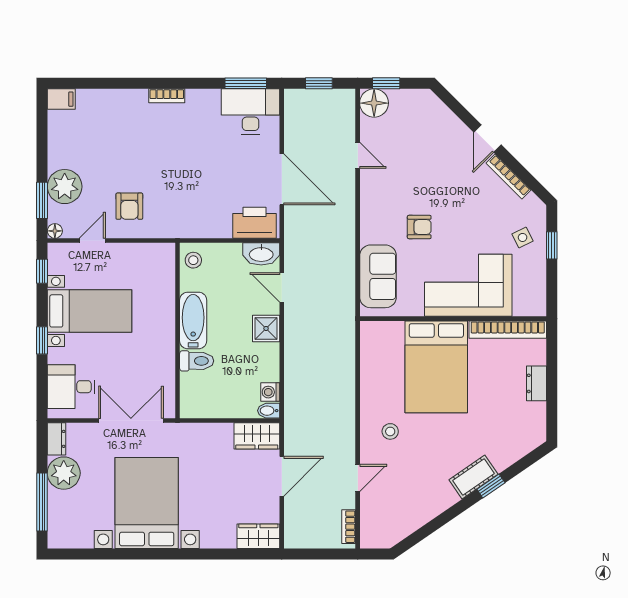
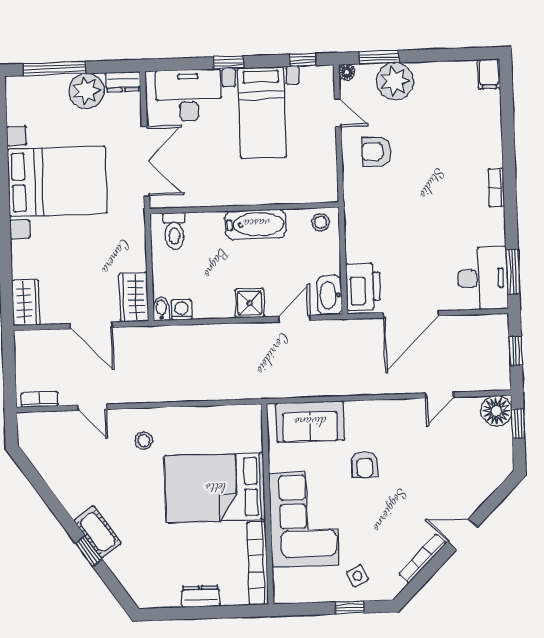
toilet: (197, 361) -> (174, 231), moved
desk: (71, 387) -> (189, 95), width x1.37

